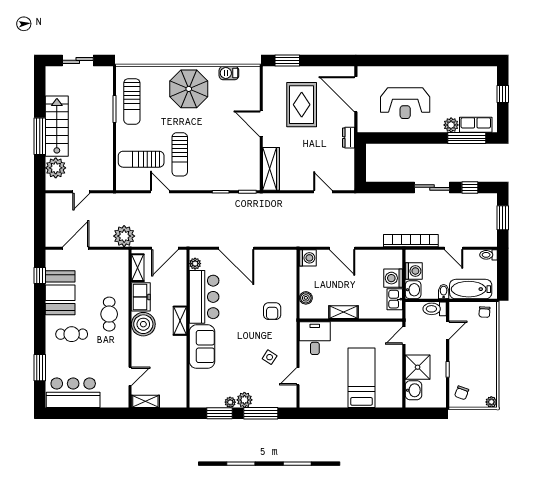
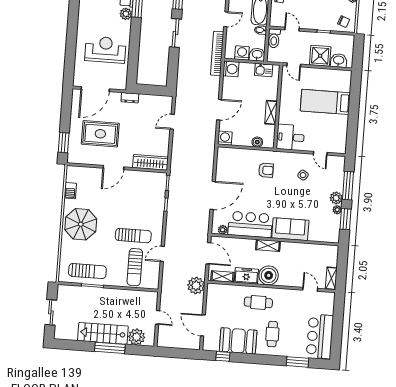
reception desk: (405, 103) -> (105, 50), turned -90
washing machine: (393, 278) -> (231, 69), moved, turned -90

